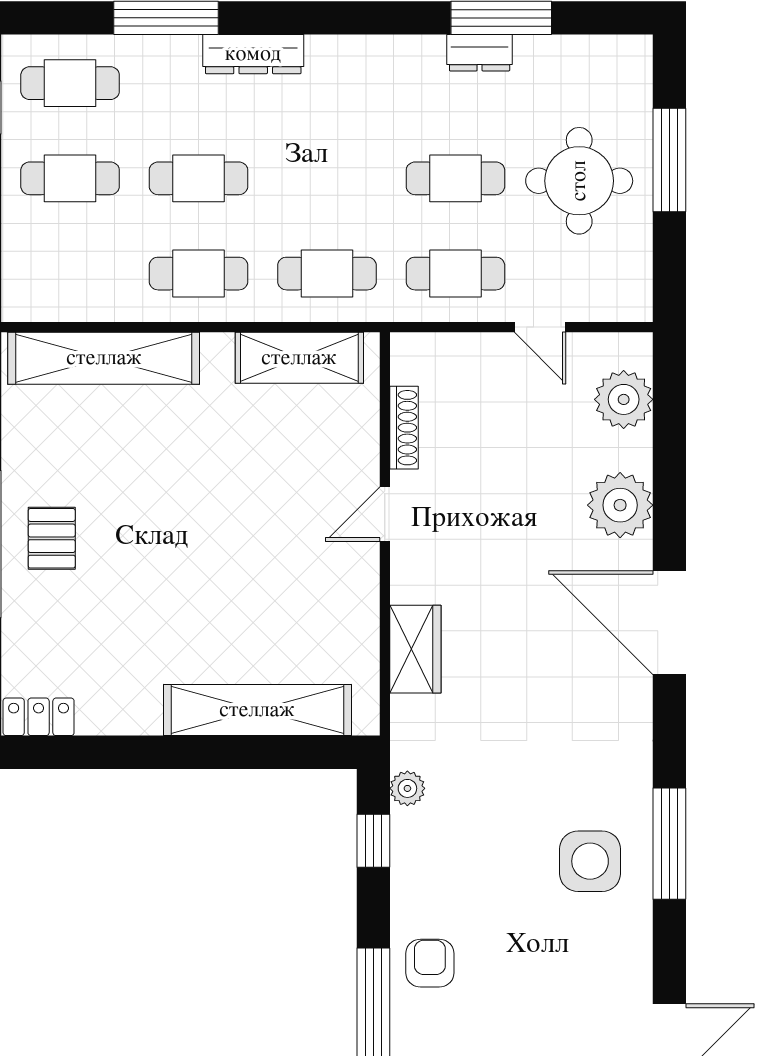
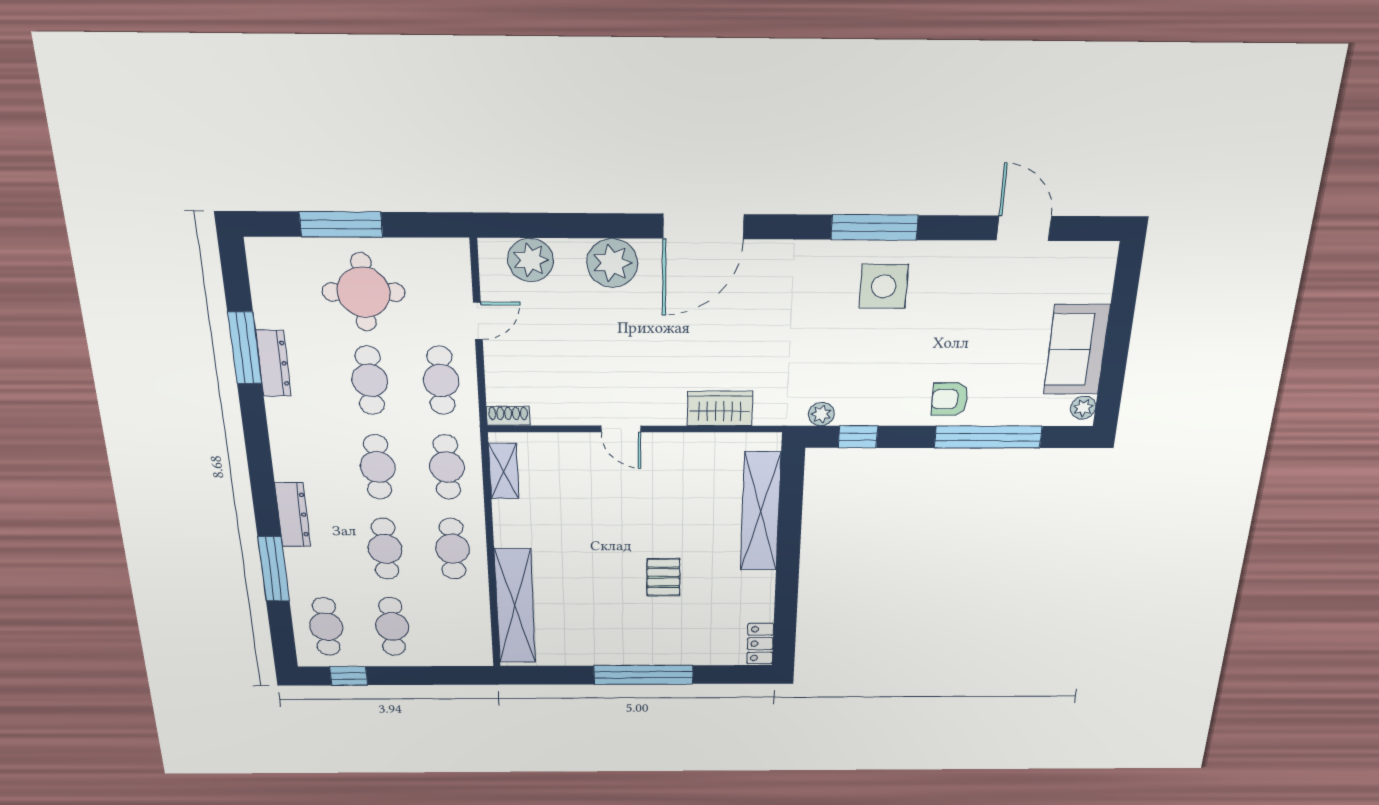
dresser: (480, 53) -> (273, 363), width x1.44
cafe table: (327, 178) -> (378, 467), added
shelving: (299, 358) -> (504, 471), width x0.67, depth x0.75
shoe rack: (404, 428) -> (508, 416), moved, width x0.70
pallet: (52, 538) -> (663, 577), moved, turned 90

